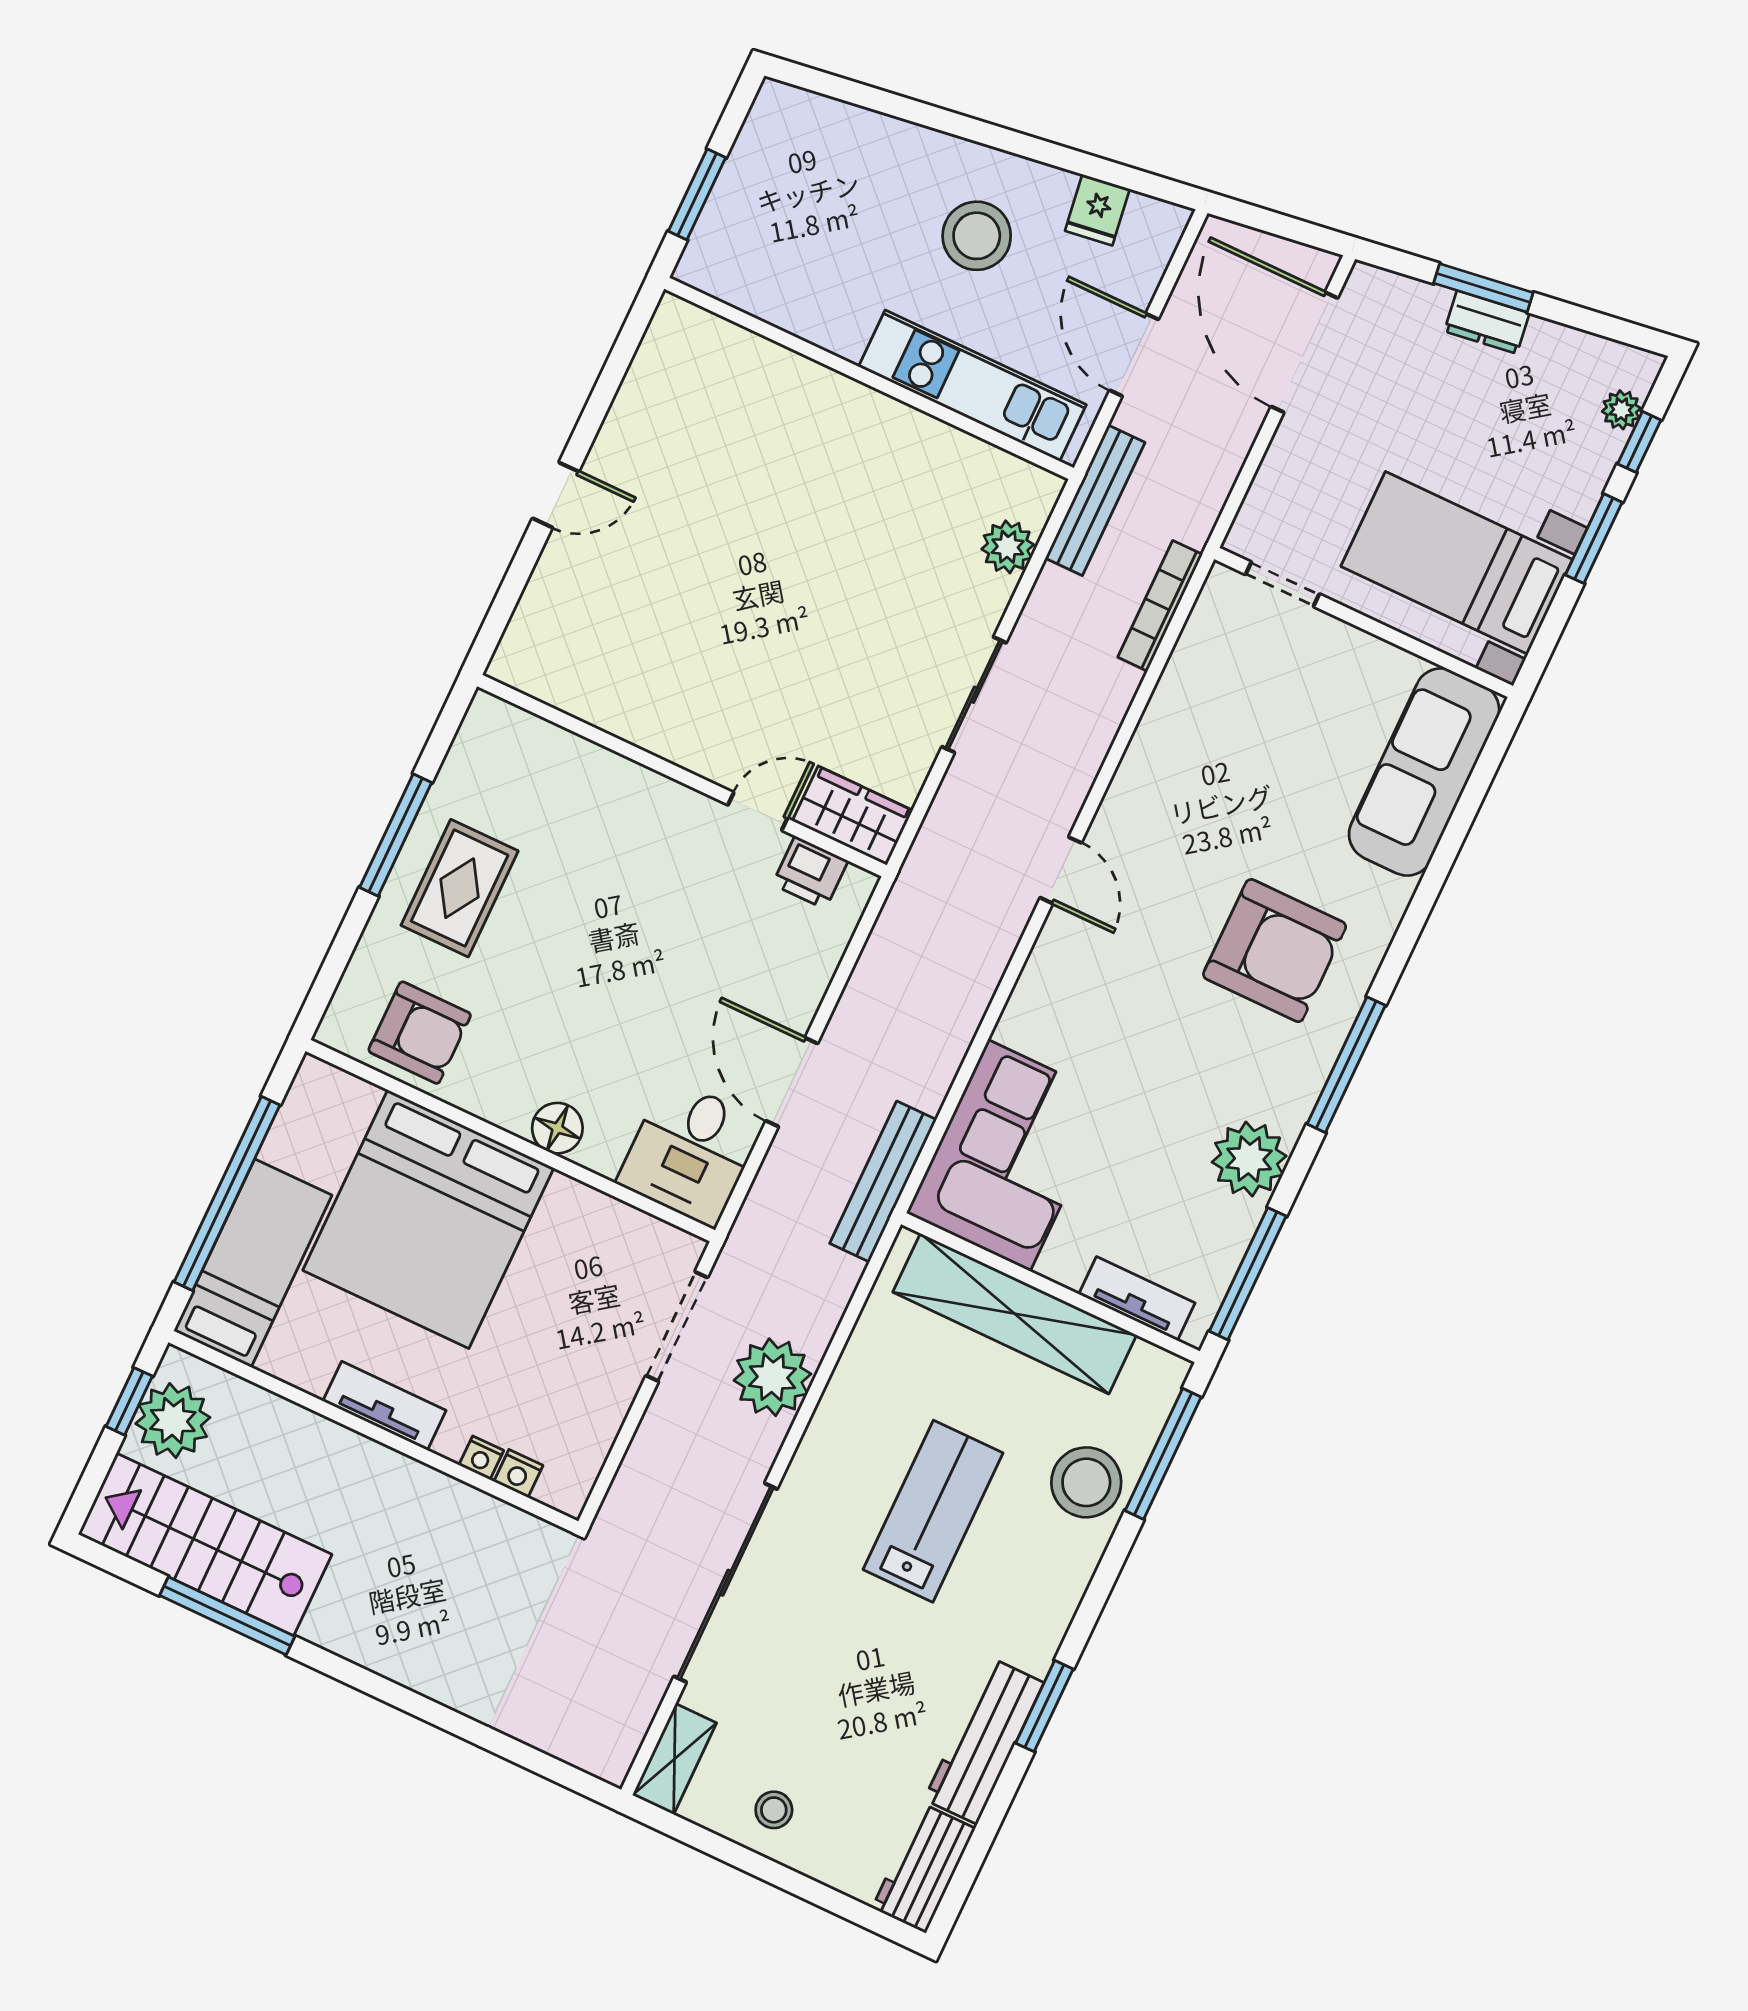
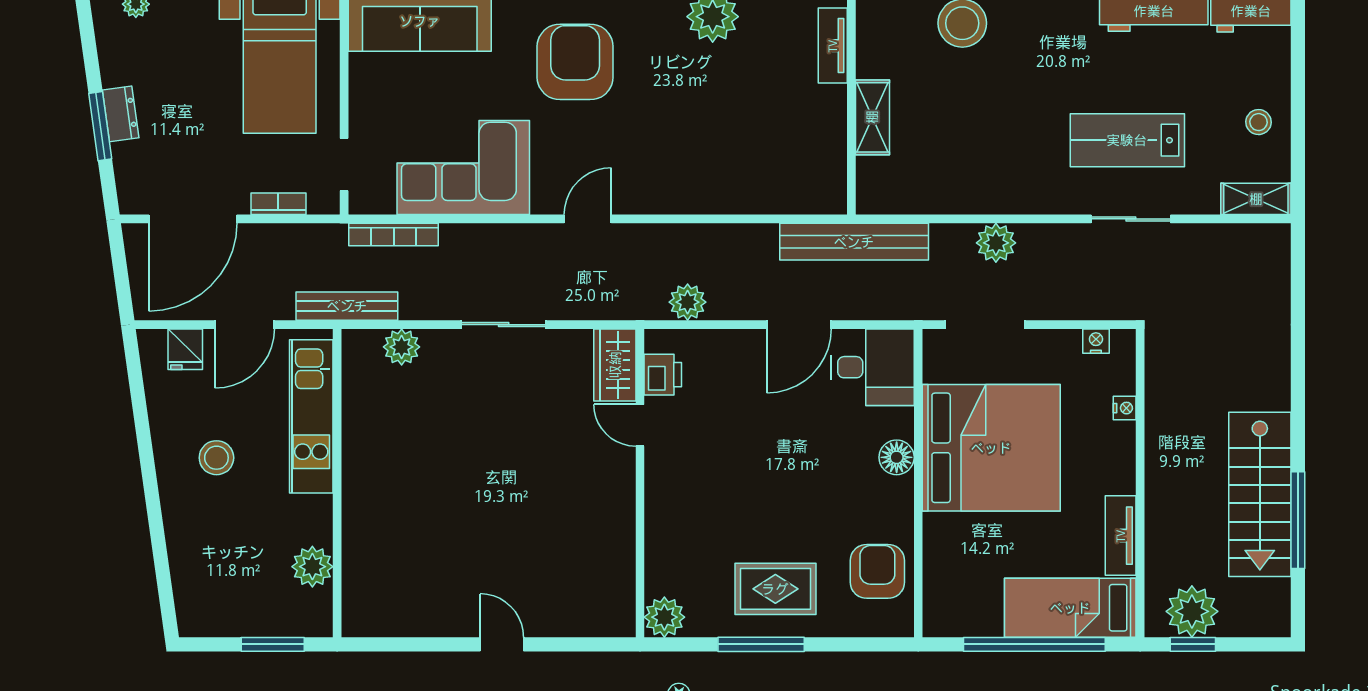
fridge: (1097, 210) -> (185, 349), moved, turned 98
stool: (977, 236) -> (216, 458), width x0.73, depth x0.73
plant: (775, 294) -> (312, 567), added
bookcase: (1272, 474) -> (278, 204), added
plant: (491, 725) -> (664, 617), added
plant: (890, 950) -> (688, 302), added
corner sofa: (1009, 1155) -> (463, 167), moved
bench: (883, 1182) -> (854, 242), width x1.37, depth x1.21
bed: (428, 1219) -> (991, 448), moved
shelving: (1015, 1314) -> (872, 117), width x0.45, depth x0.75
plant: (772, 1377) -> (996, 243), width x0.73, depth x0.73
tv unit: (384, 1406) -> (1121, 536), moved
nightstand: (518, 1473) -> (1096, 341), moved, turned -90
lab bench: (933, 1511) -> (1127, 140), moved
stairs: (205, 1544) -> (1260, 494), moved
sliding door: (725, 1583) -> (1131, 219), width x0.54

